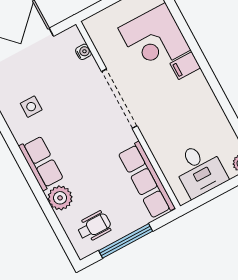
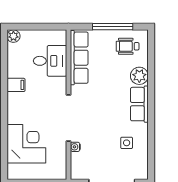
water cooler: (84, 52) -> (75, 147), moved
filing cabinet: (185, 66) -> (16, 85), moved
desk: (200, 170) -> (50, 61), moved, turned 90

